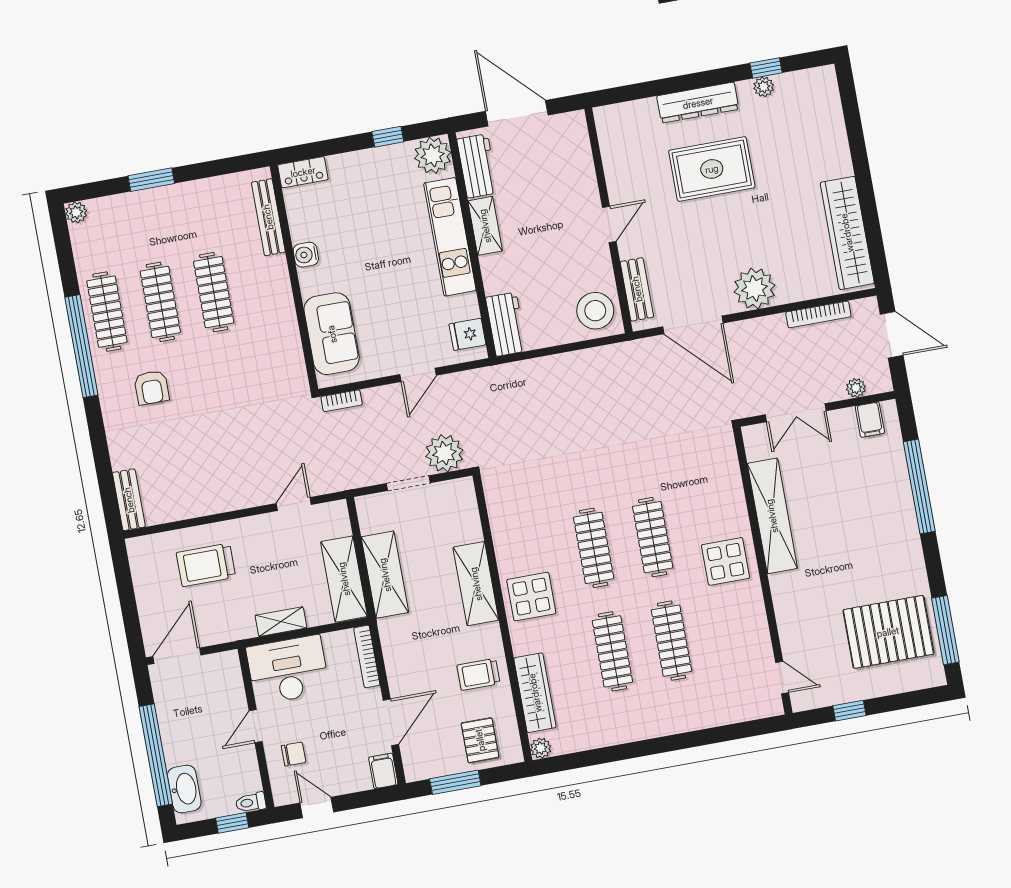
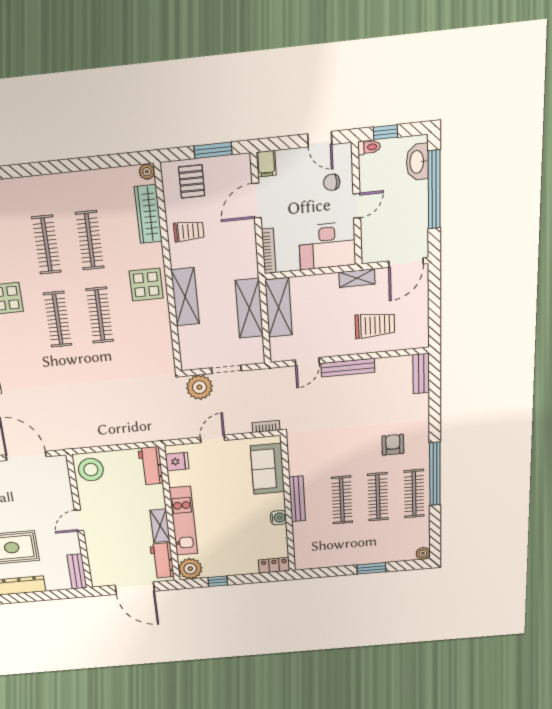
bench: (268, 217) -> (297, 499), moved
bench: (637, 289) -> (77, 572), moved
bench: (235, 500) -> (348, 368), added
shelving: (281, 622) -> (357, 278), moved

